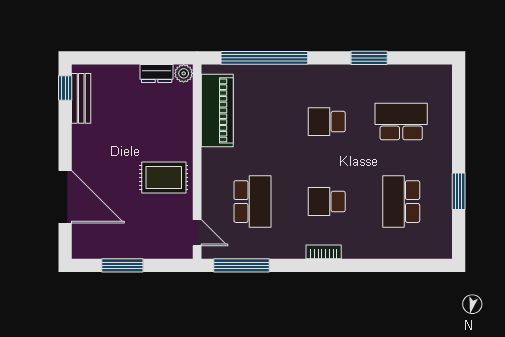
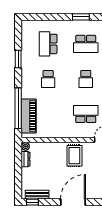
piano: (217, 110) -> (29, 116), moved, turned 90
door: (65, 197) -> (73, 202), moved

